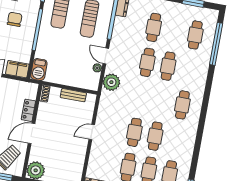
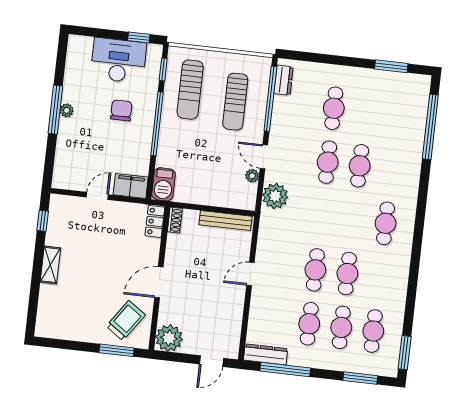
cafe table: (195, 35) -> (398, 116), removed
bench: (73, 95) -> (225, 221), width x1.36
locker: (28, 110) -> (155, 221), moved

